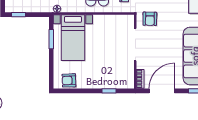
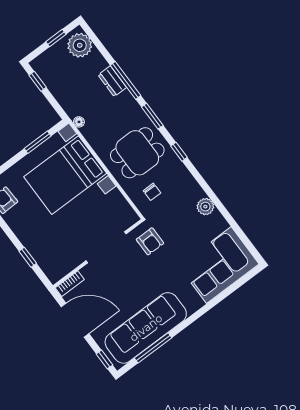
armchair: (150, 19) -> (150, 241), turned -91
bed with nightstands: (73, 38) -> (65, 175), width x1.36

